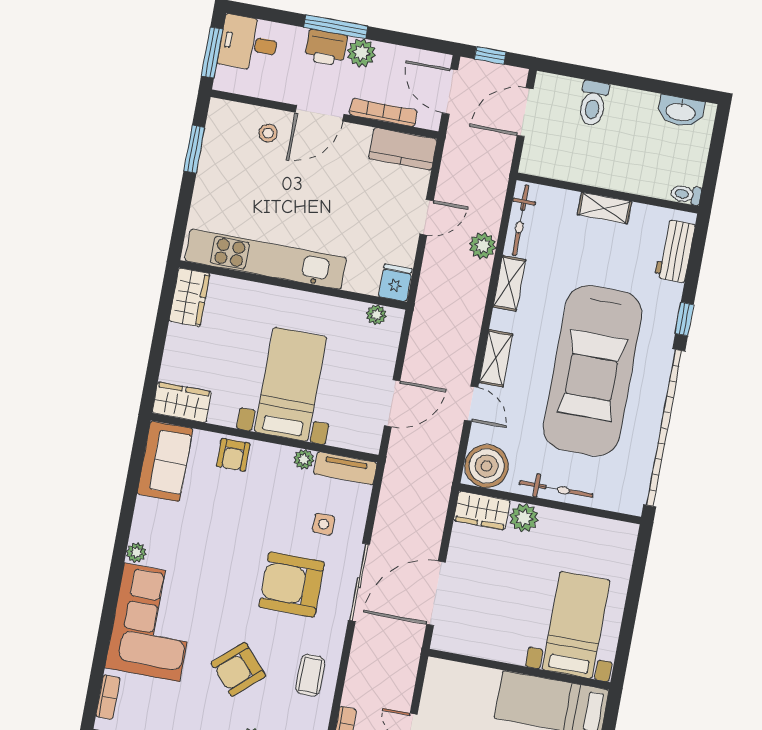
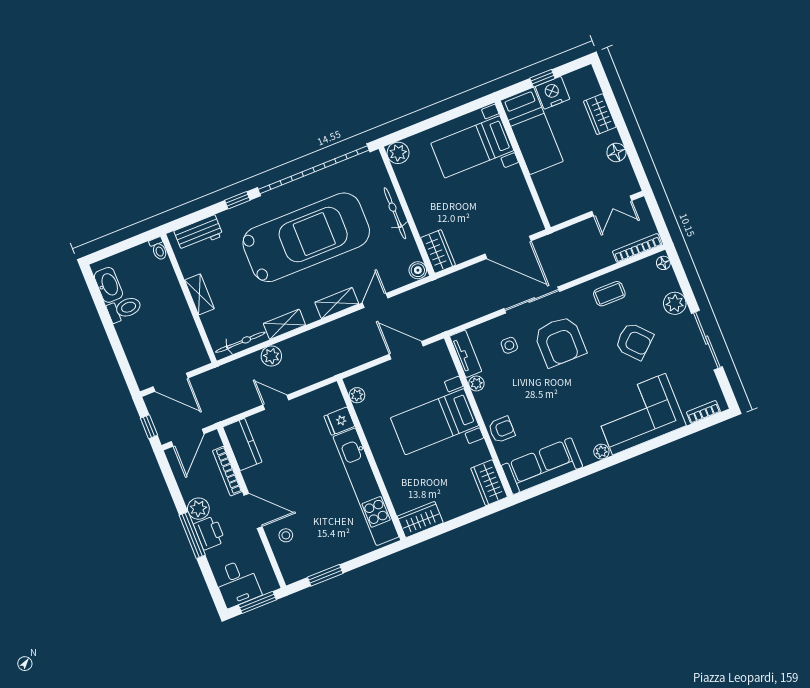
toilet: (593, 103) -> (124, 309), moved
fridge: (395, 283) -> (339, 421), moved
sofa: (165, 461) -> (542, 466), width x1.36
boiler: (487, 466) -> (418, 270), width x0.54, depth x0.54
plant: (524, 518) -> (398, 153), moved

